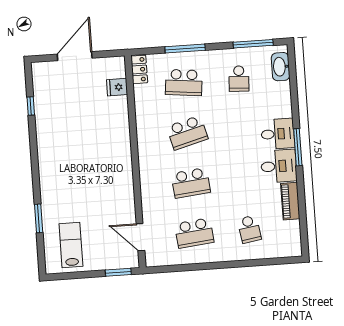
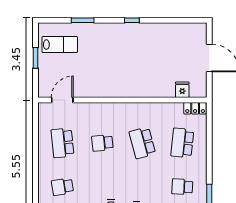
window: (185, 48) -> (209, 146), removed
window: (31, 106) -> (132, 20), moved
school desk: (191, 183) -> (102, 143), width x0.54
window: (118, 272) -> (36, 58), moved

